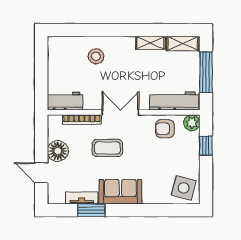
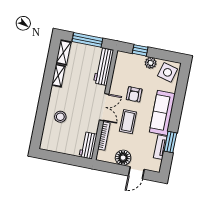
double door: (120, 112) -> (104, 107), swing flipped
plant: (192, 123) -> (151, 63), moved
armchair: (165, 129) -> (134, 94), moved
sofa: (120, 192) -> (162, 113), width x1.36

